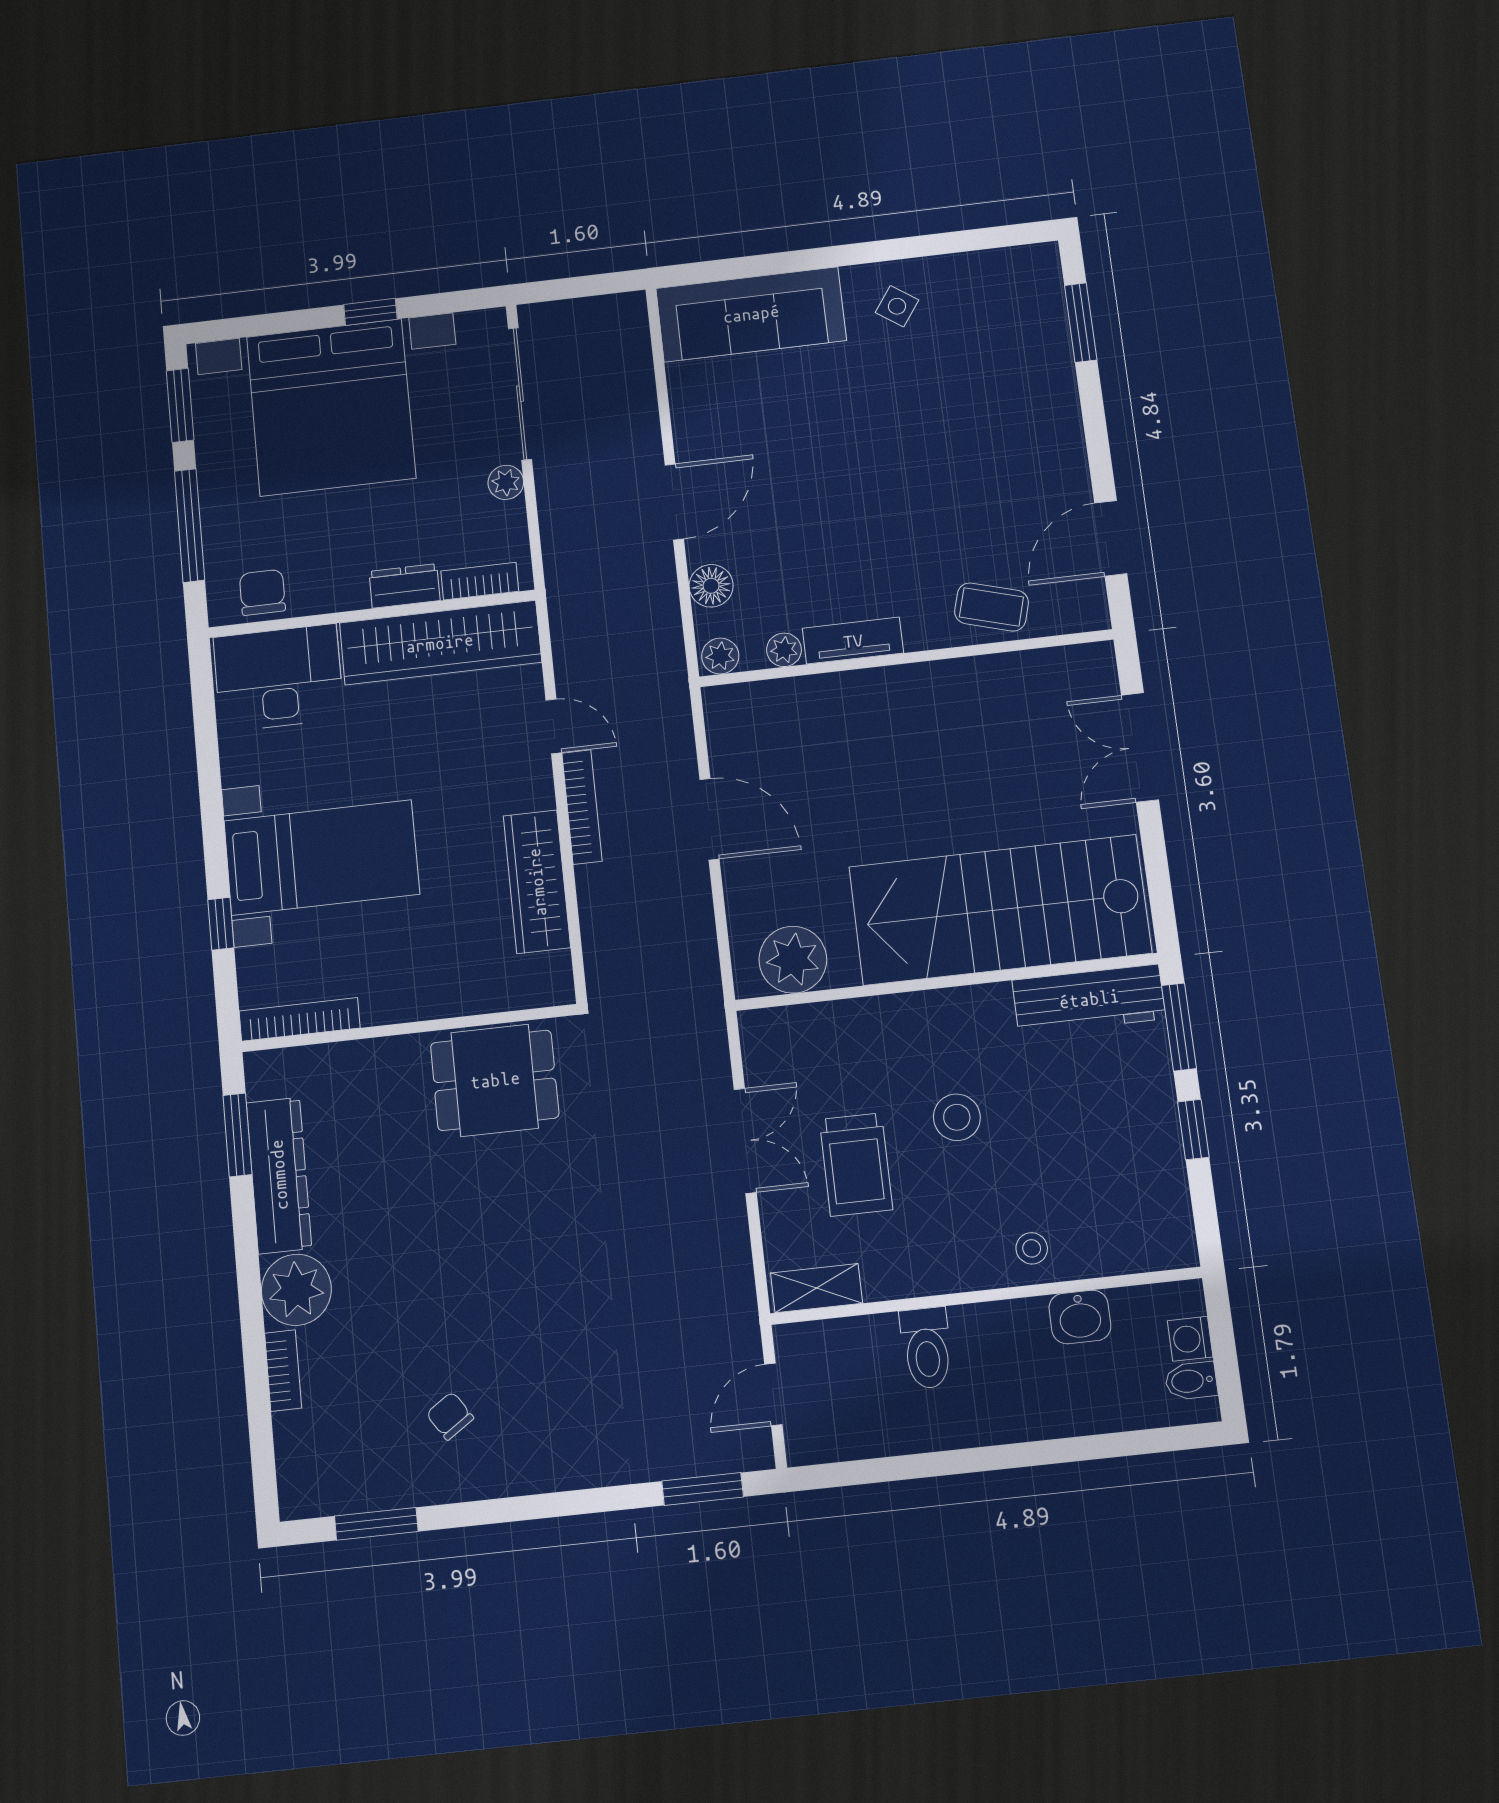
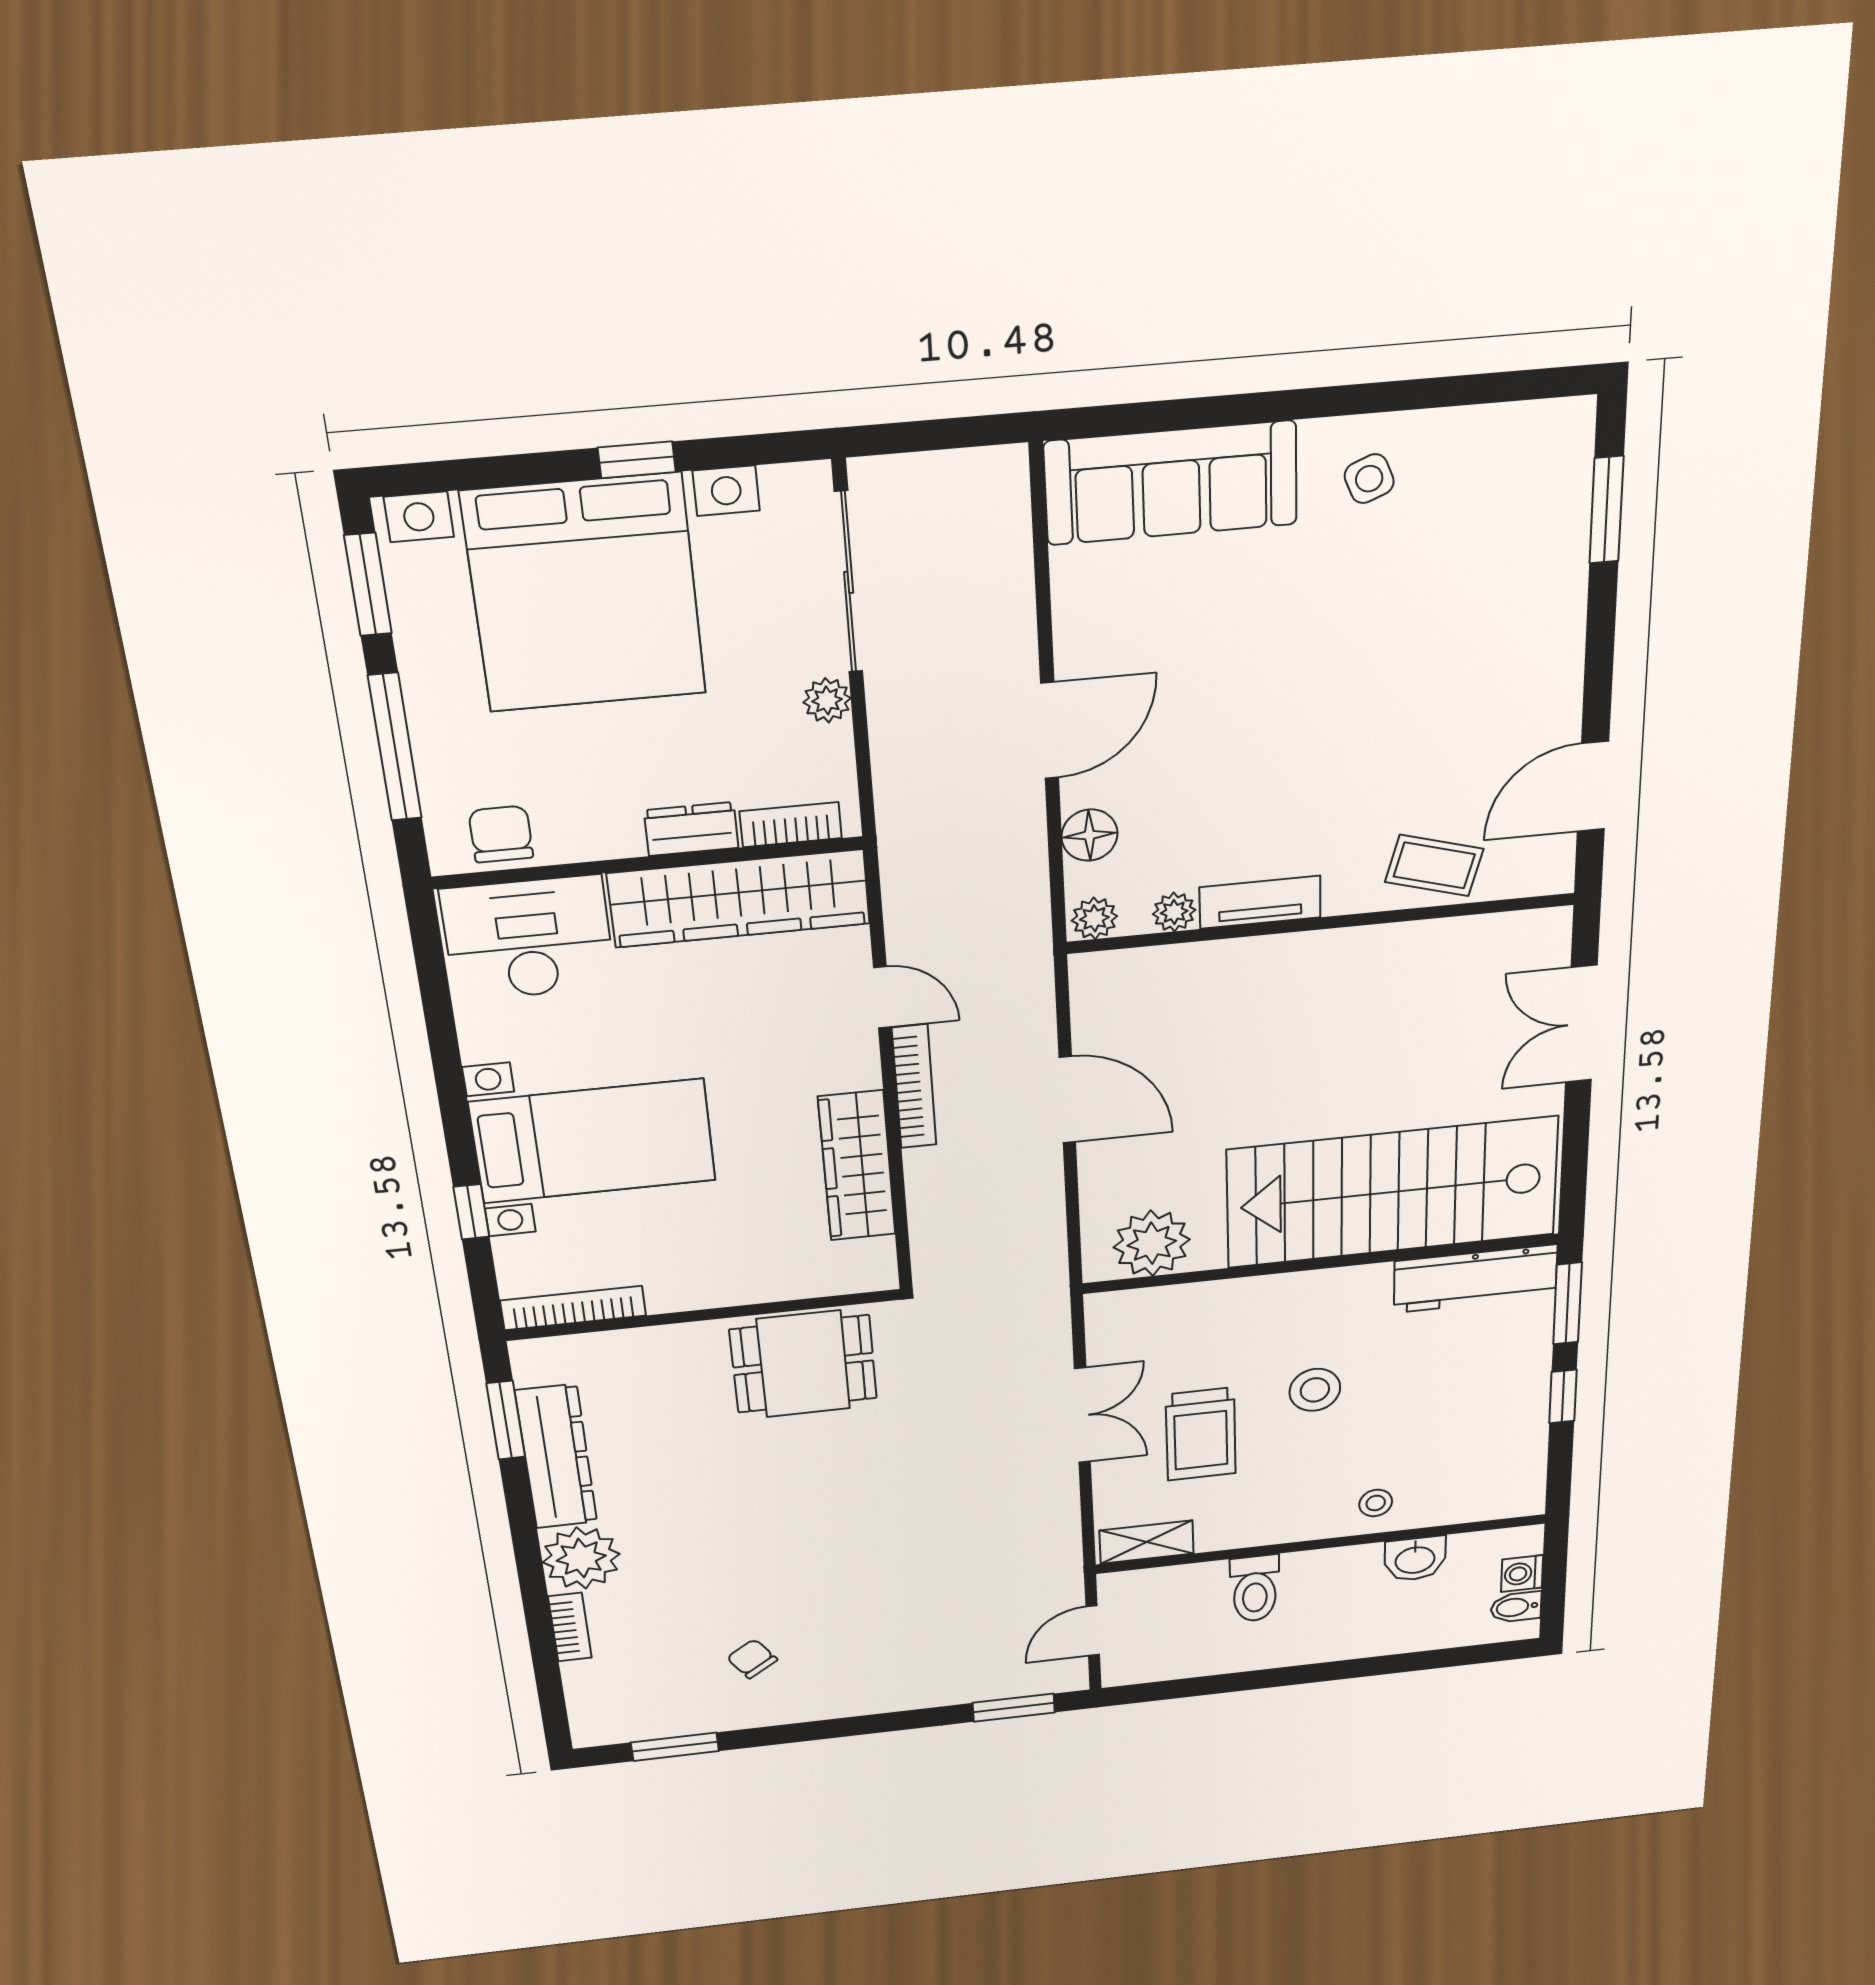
side table: (897, 306) -> (1369, 479), turned 33

